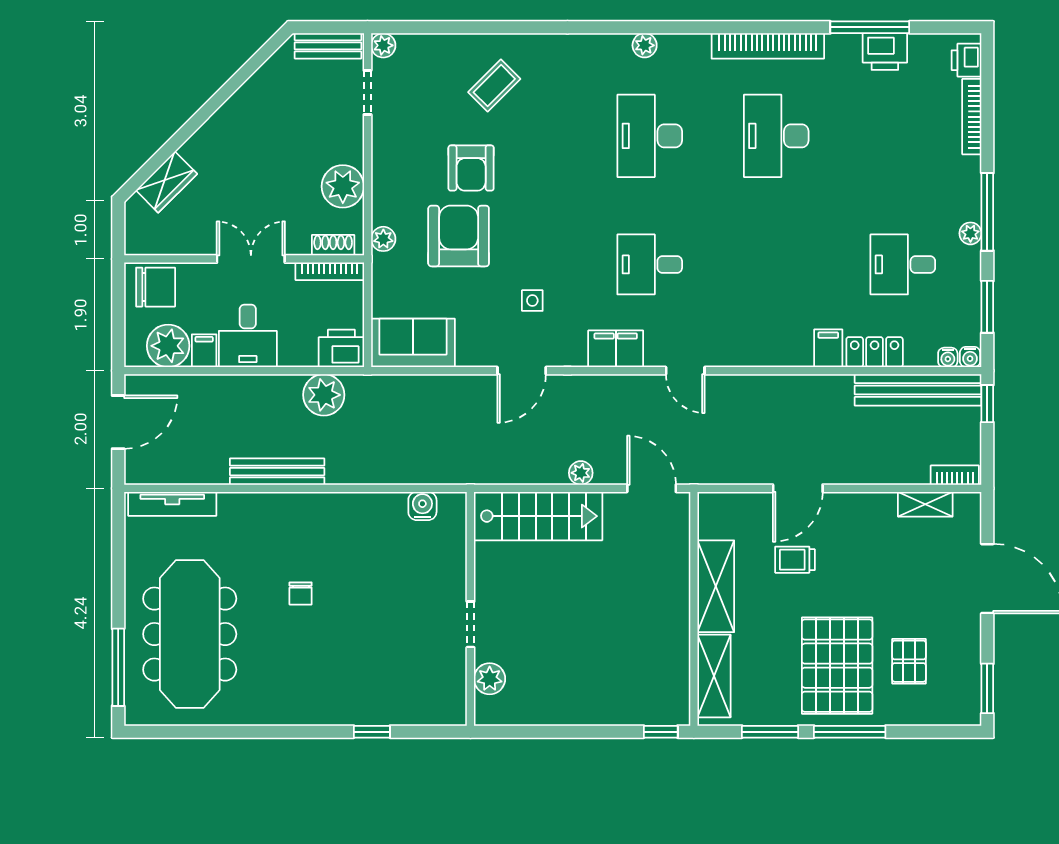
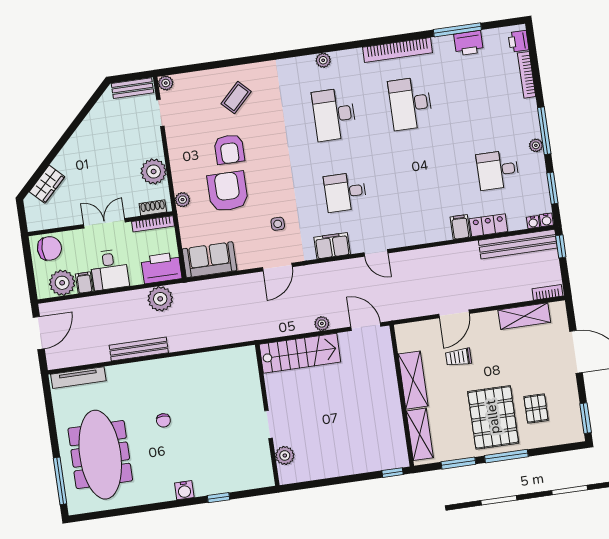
printer: (341, 348) -> (161, 268), width x1.37, depth x1.19
shelving: (925, 504) -> (524, 316), width x1.50, depth x1.33
water cooler: (422, 506) -> (184, 490), moved, turned 180

